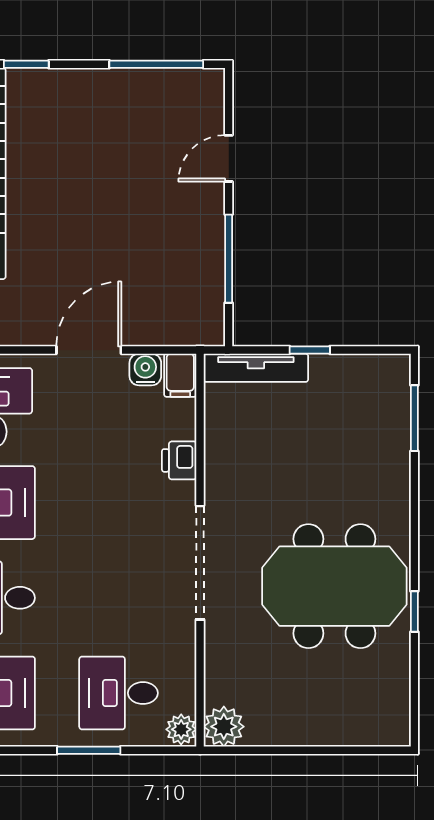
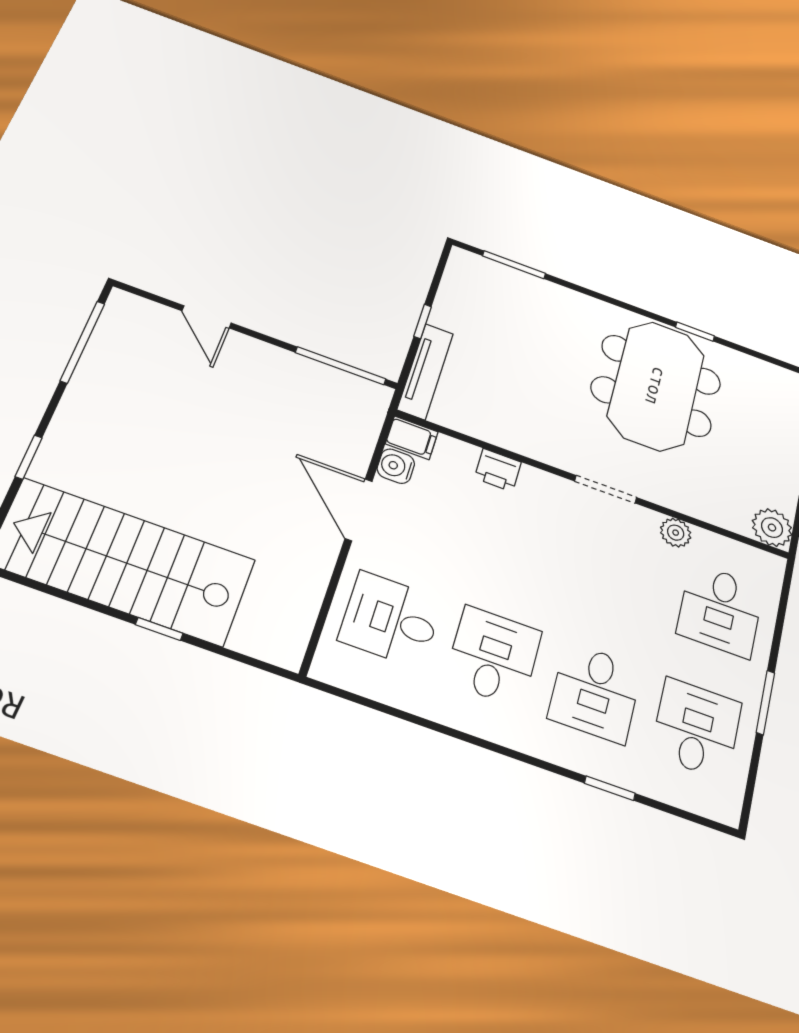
window: (229, 259) -> (341, 366), moved
doorway: (200, 563) -> (606, 489), width x0.53
plant: (181, 729) -> (676, 533), moved
window: (89, 750) -> (765, 702), moved

